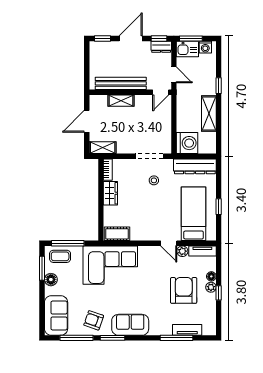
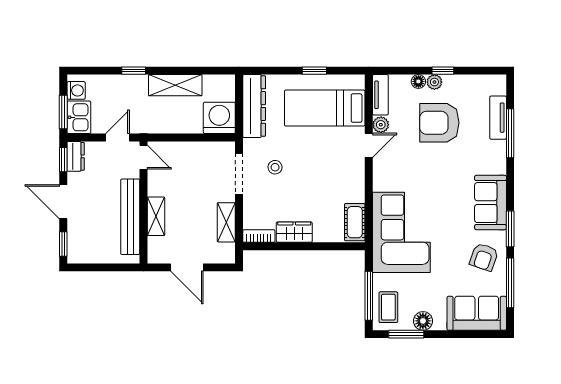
shelving: (103, 148) -> (226, 222), moved

